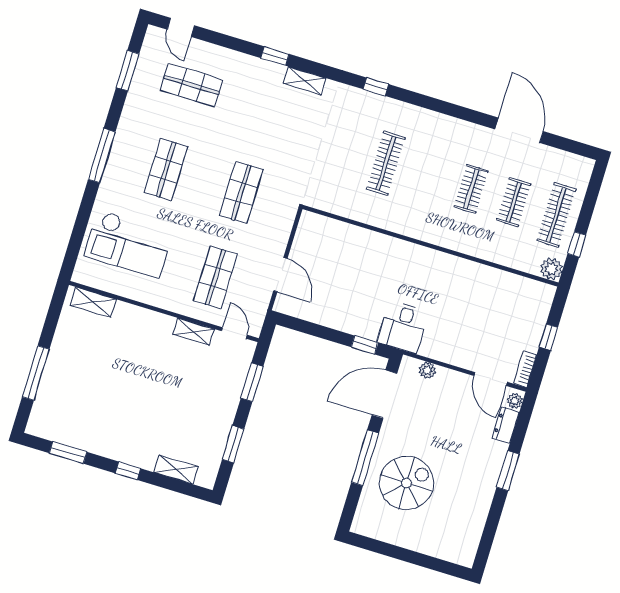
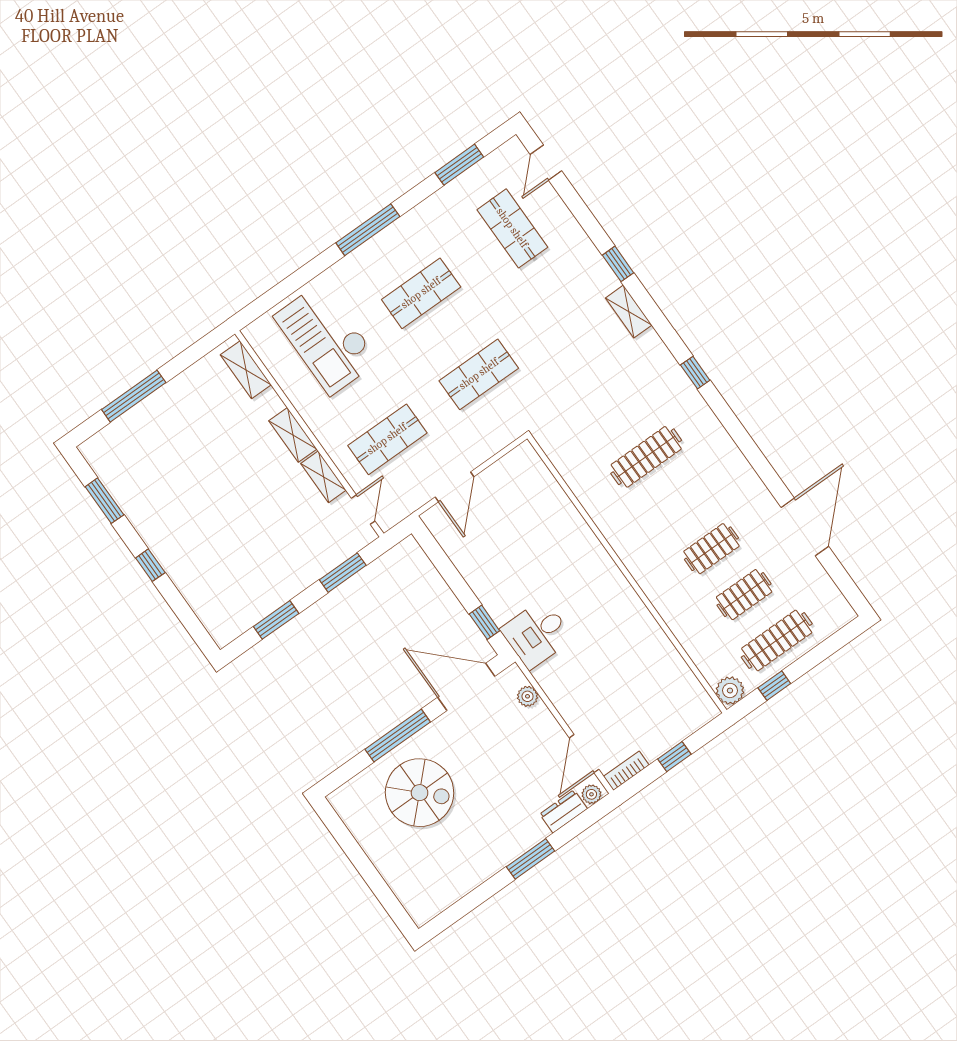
shelving: (176, 469) -> (293, 435), moved

